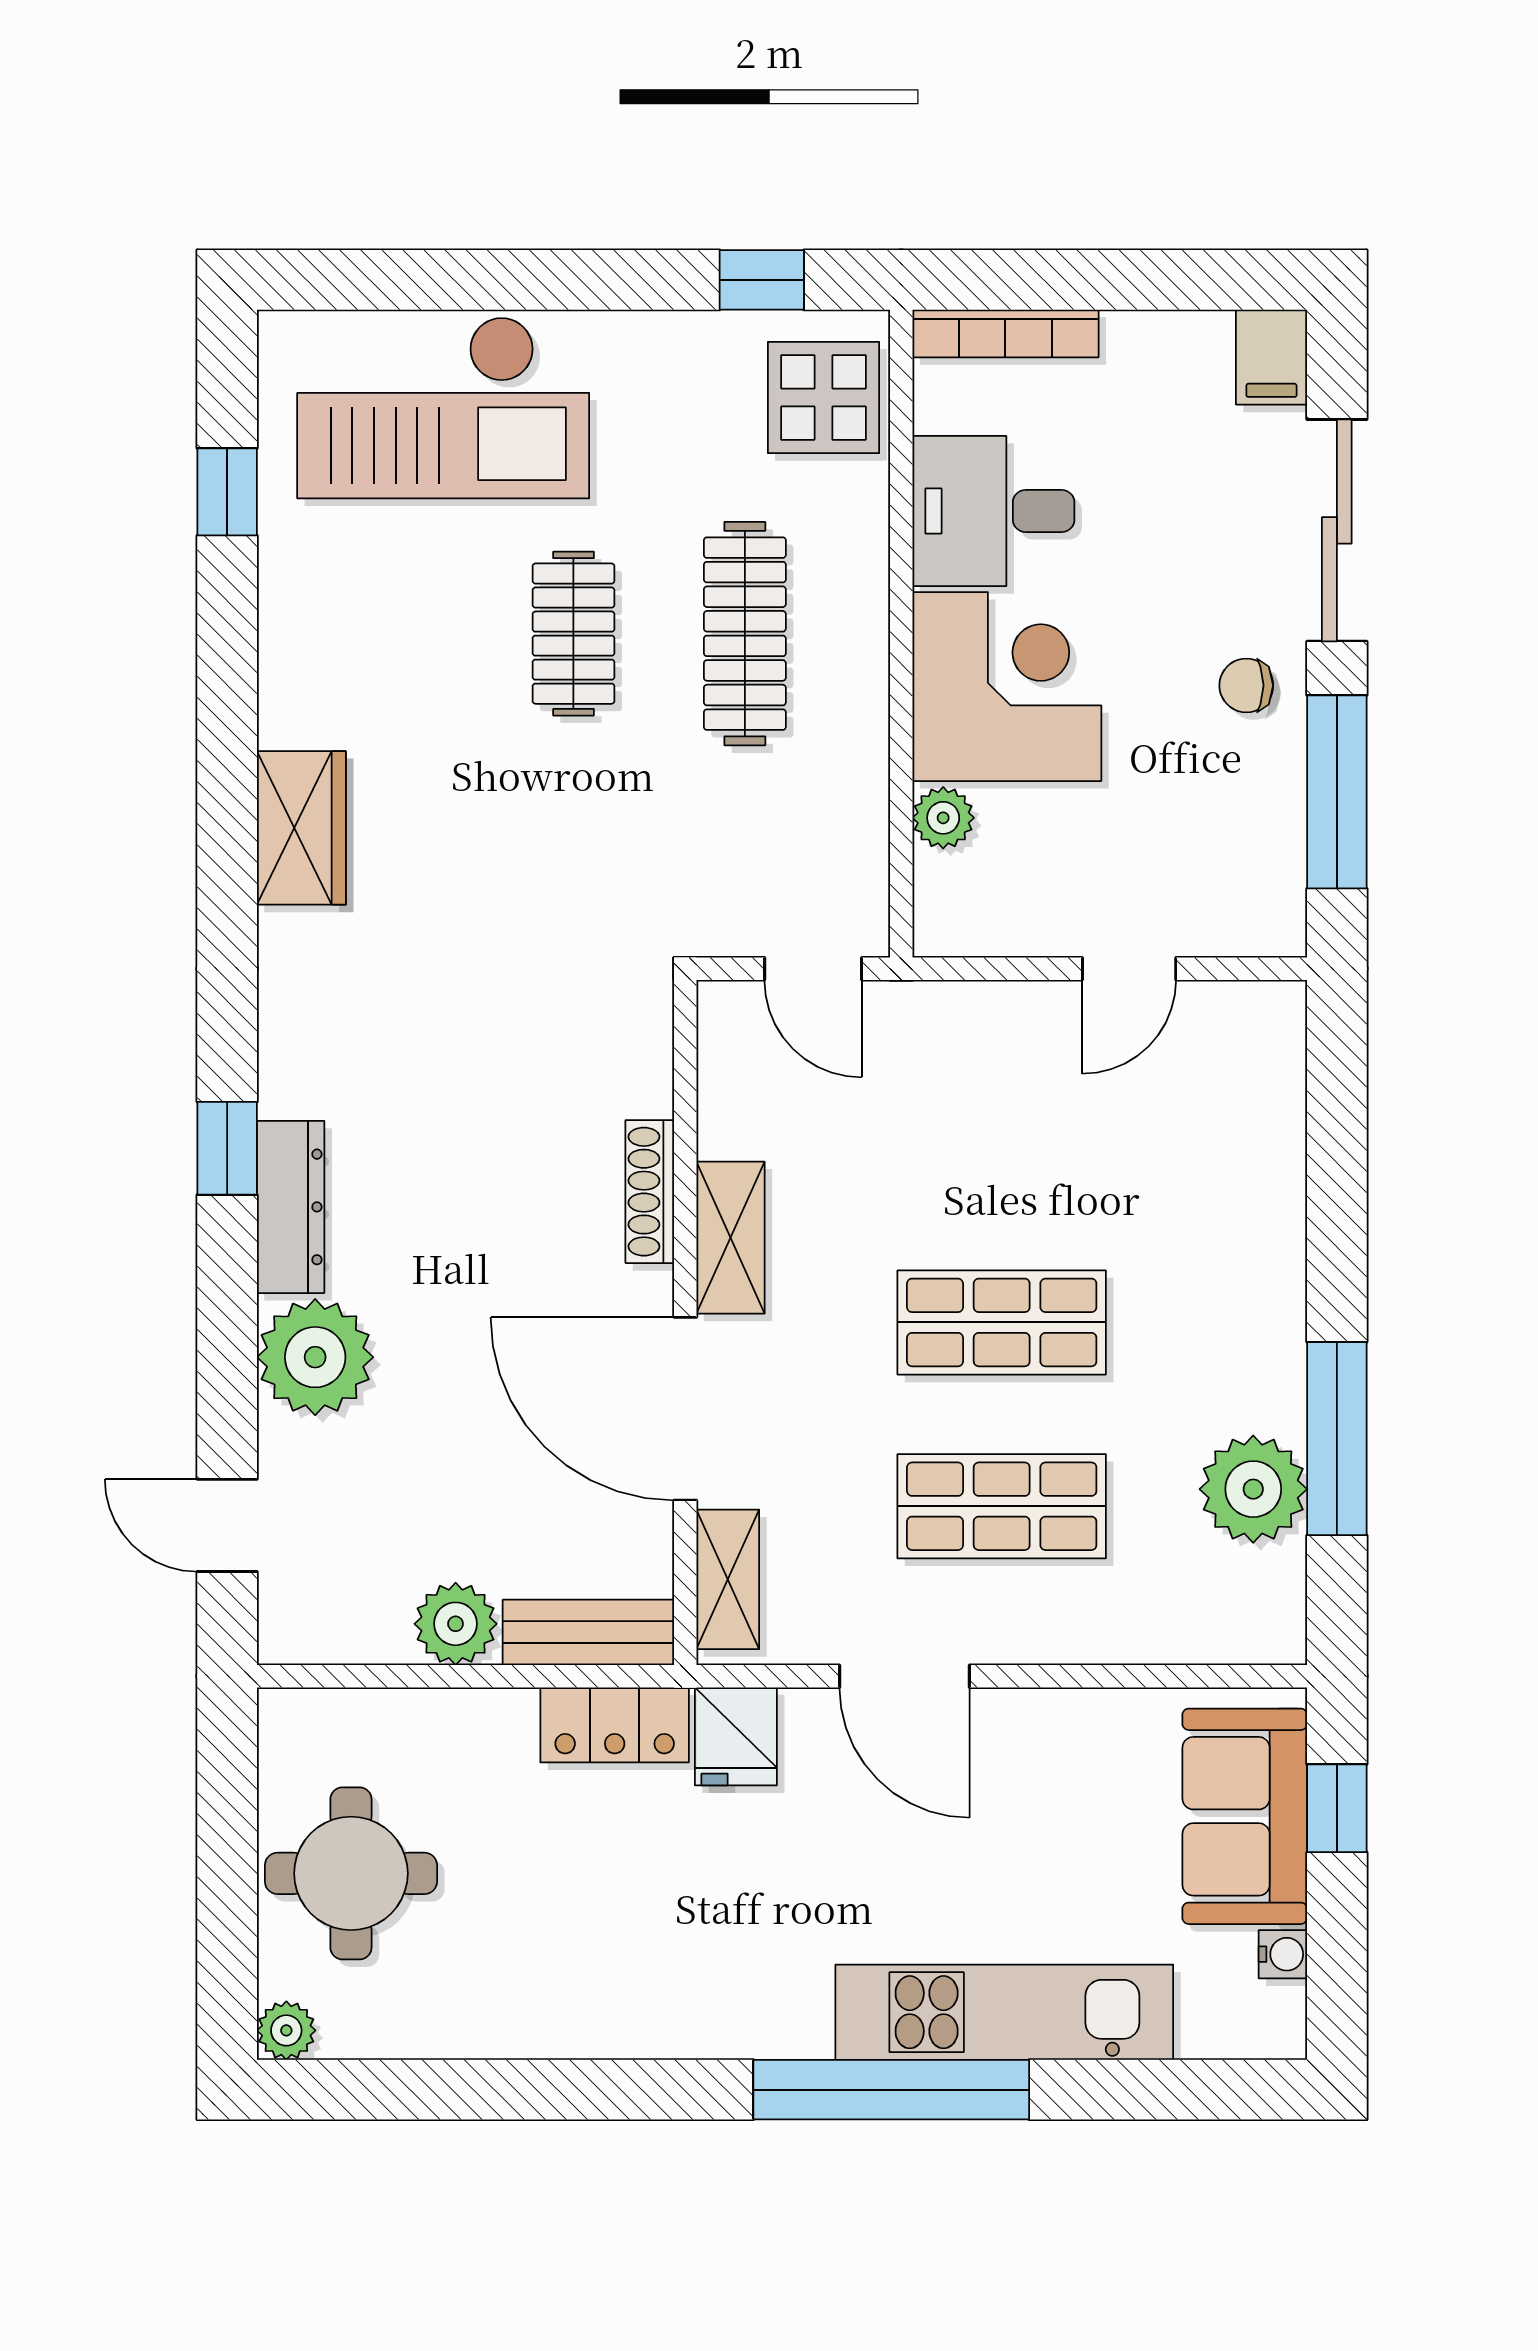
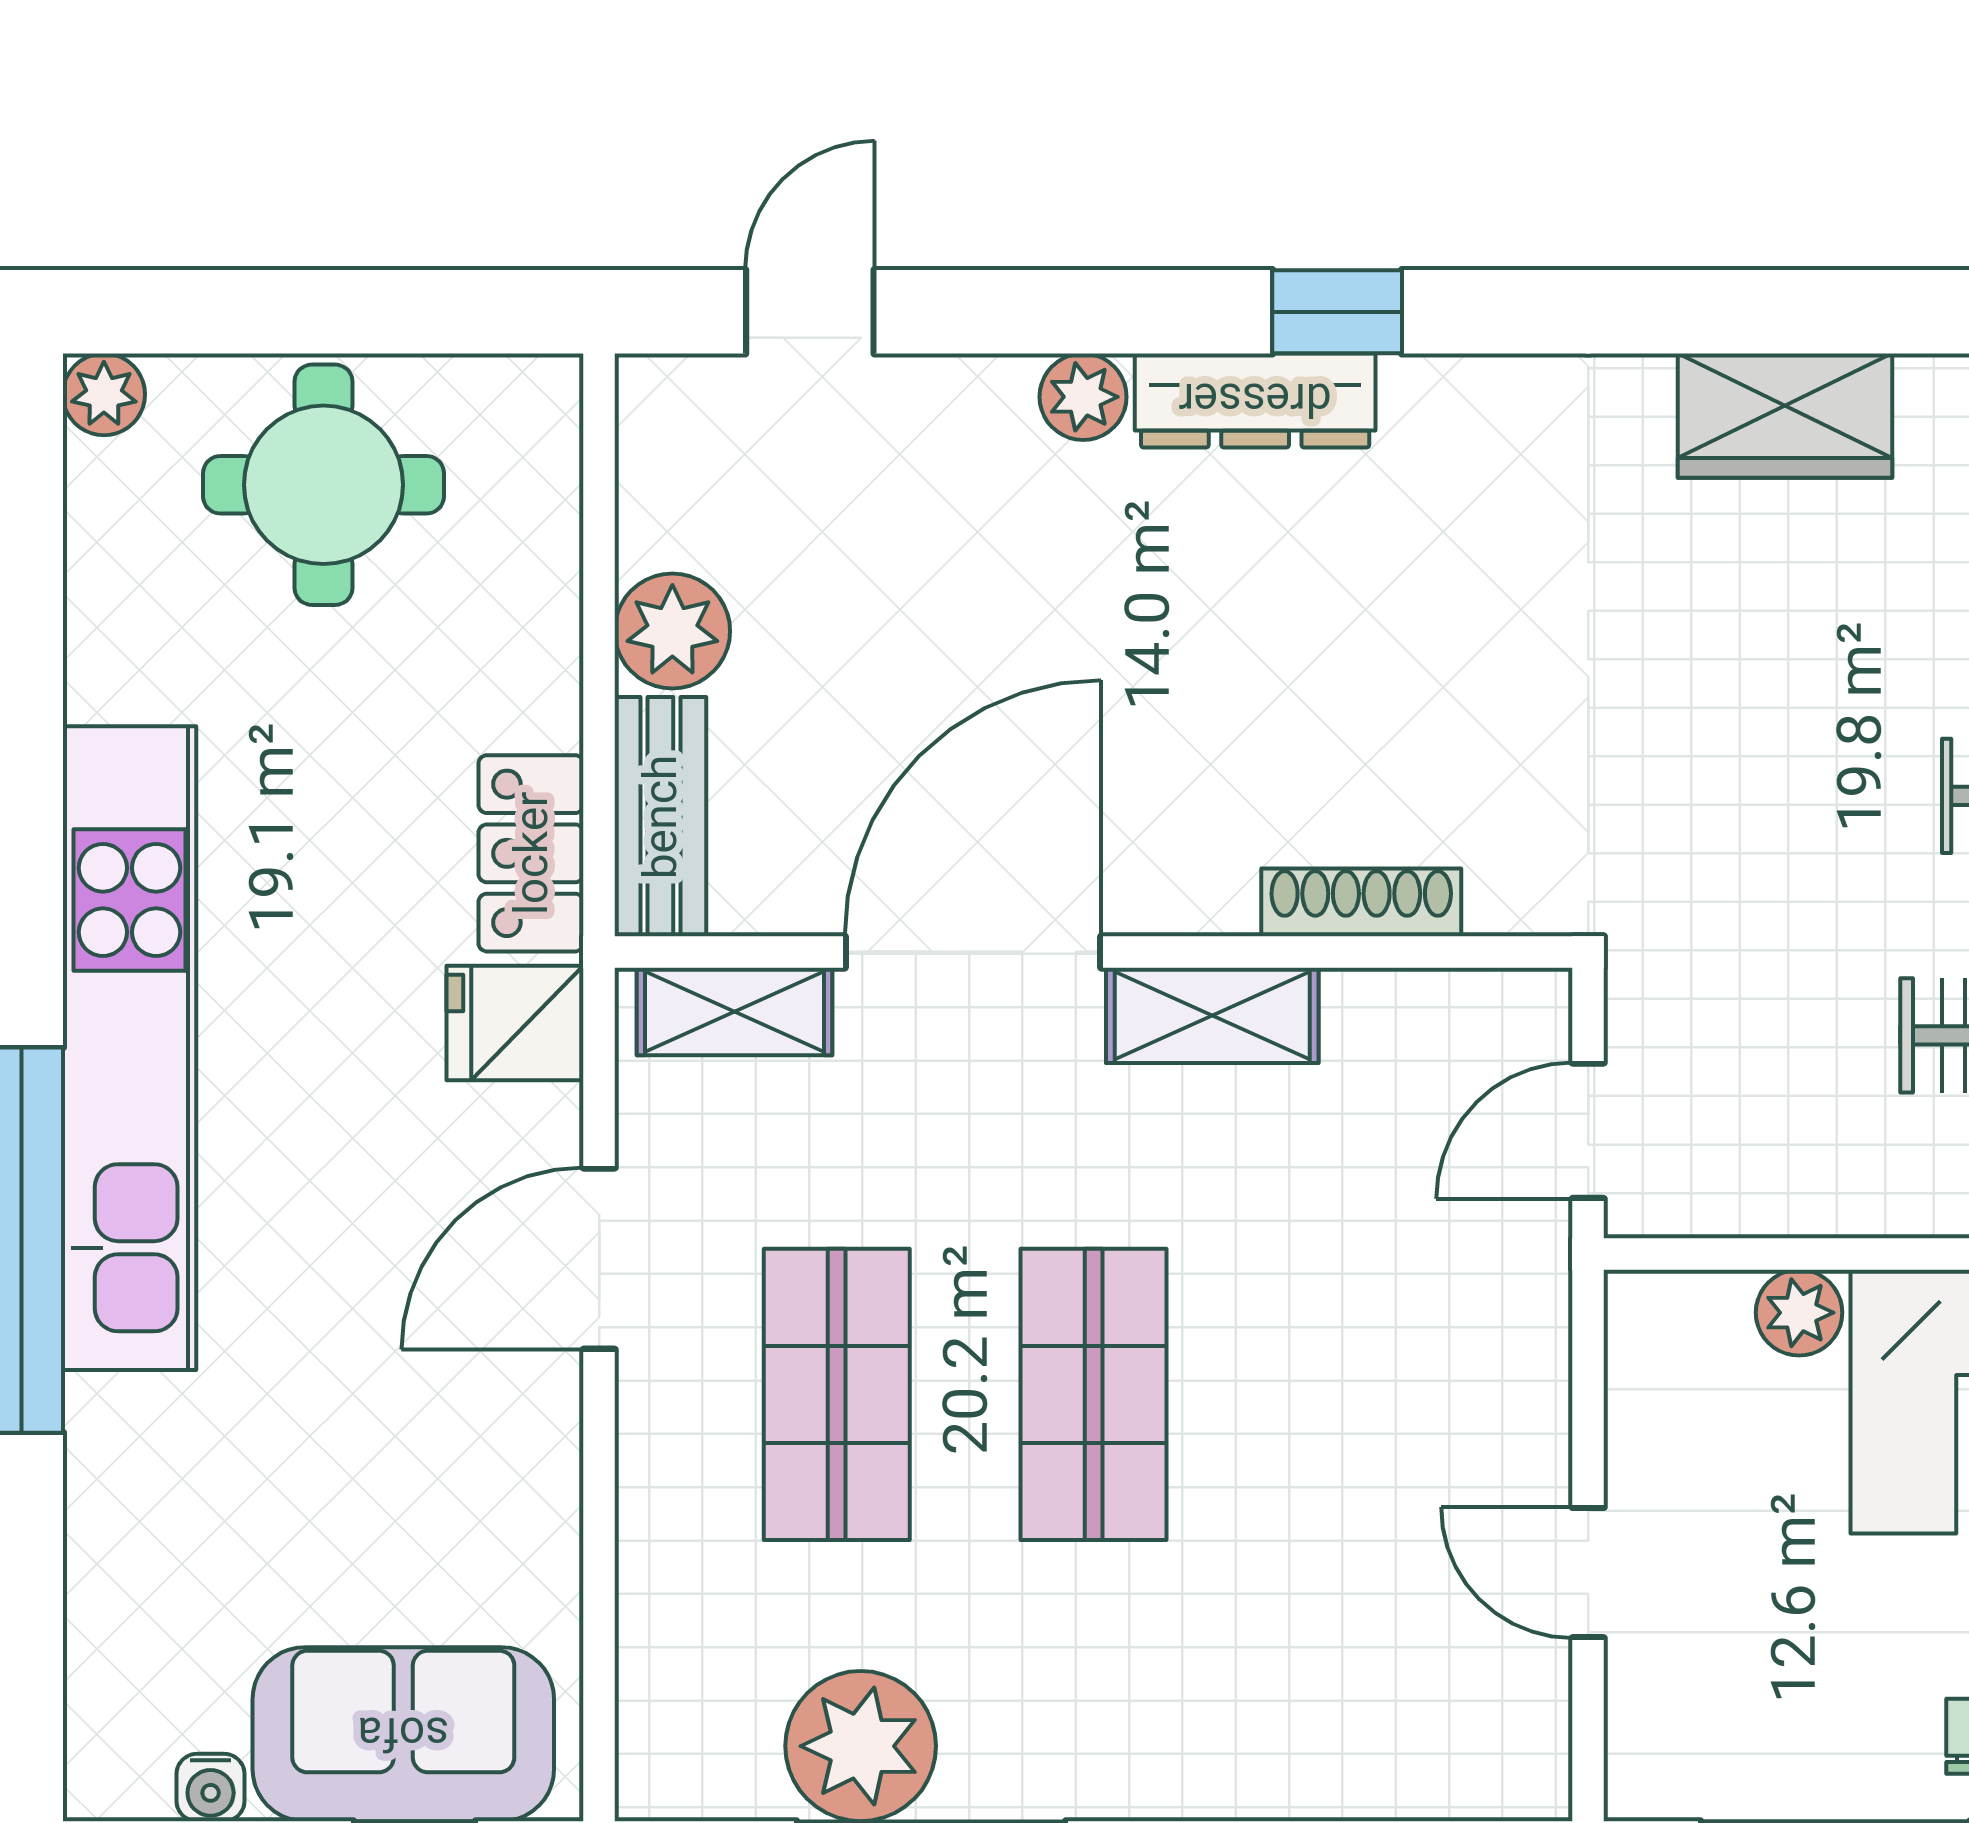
shoe rack: (650, 1192) -> (1361, 902), moved
plant: (315, 1357) -> (1083, 397), width x0.53, depth x0.53
kitchen unit: (1004, 2012) -> (130, 1048), moved, width x1.36

